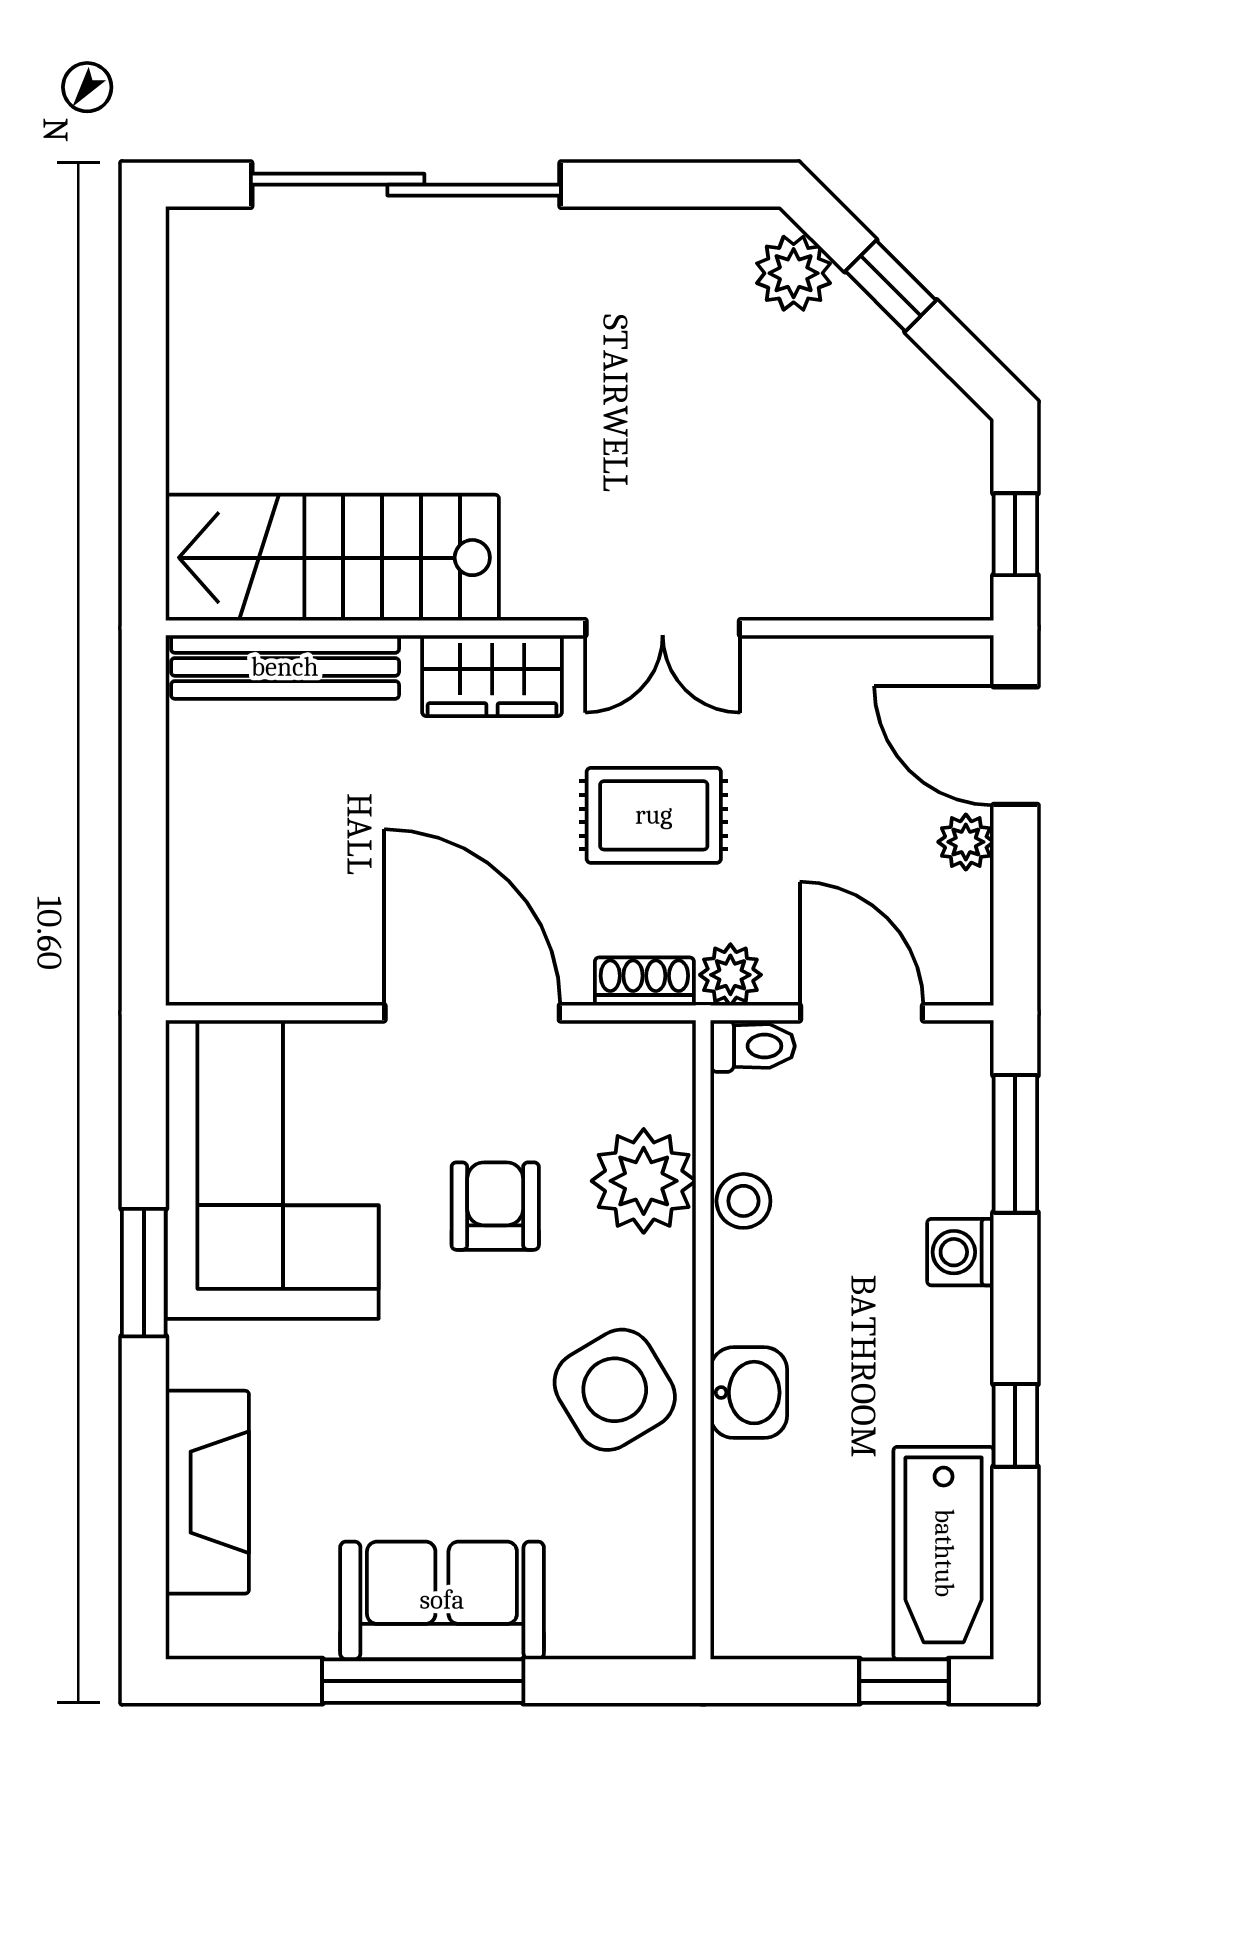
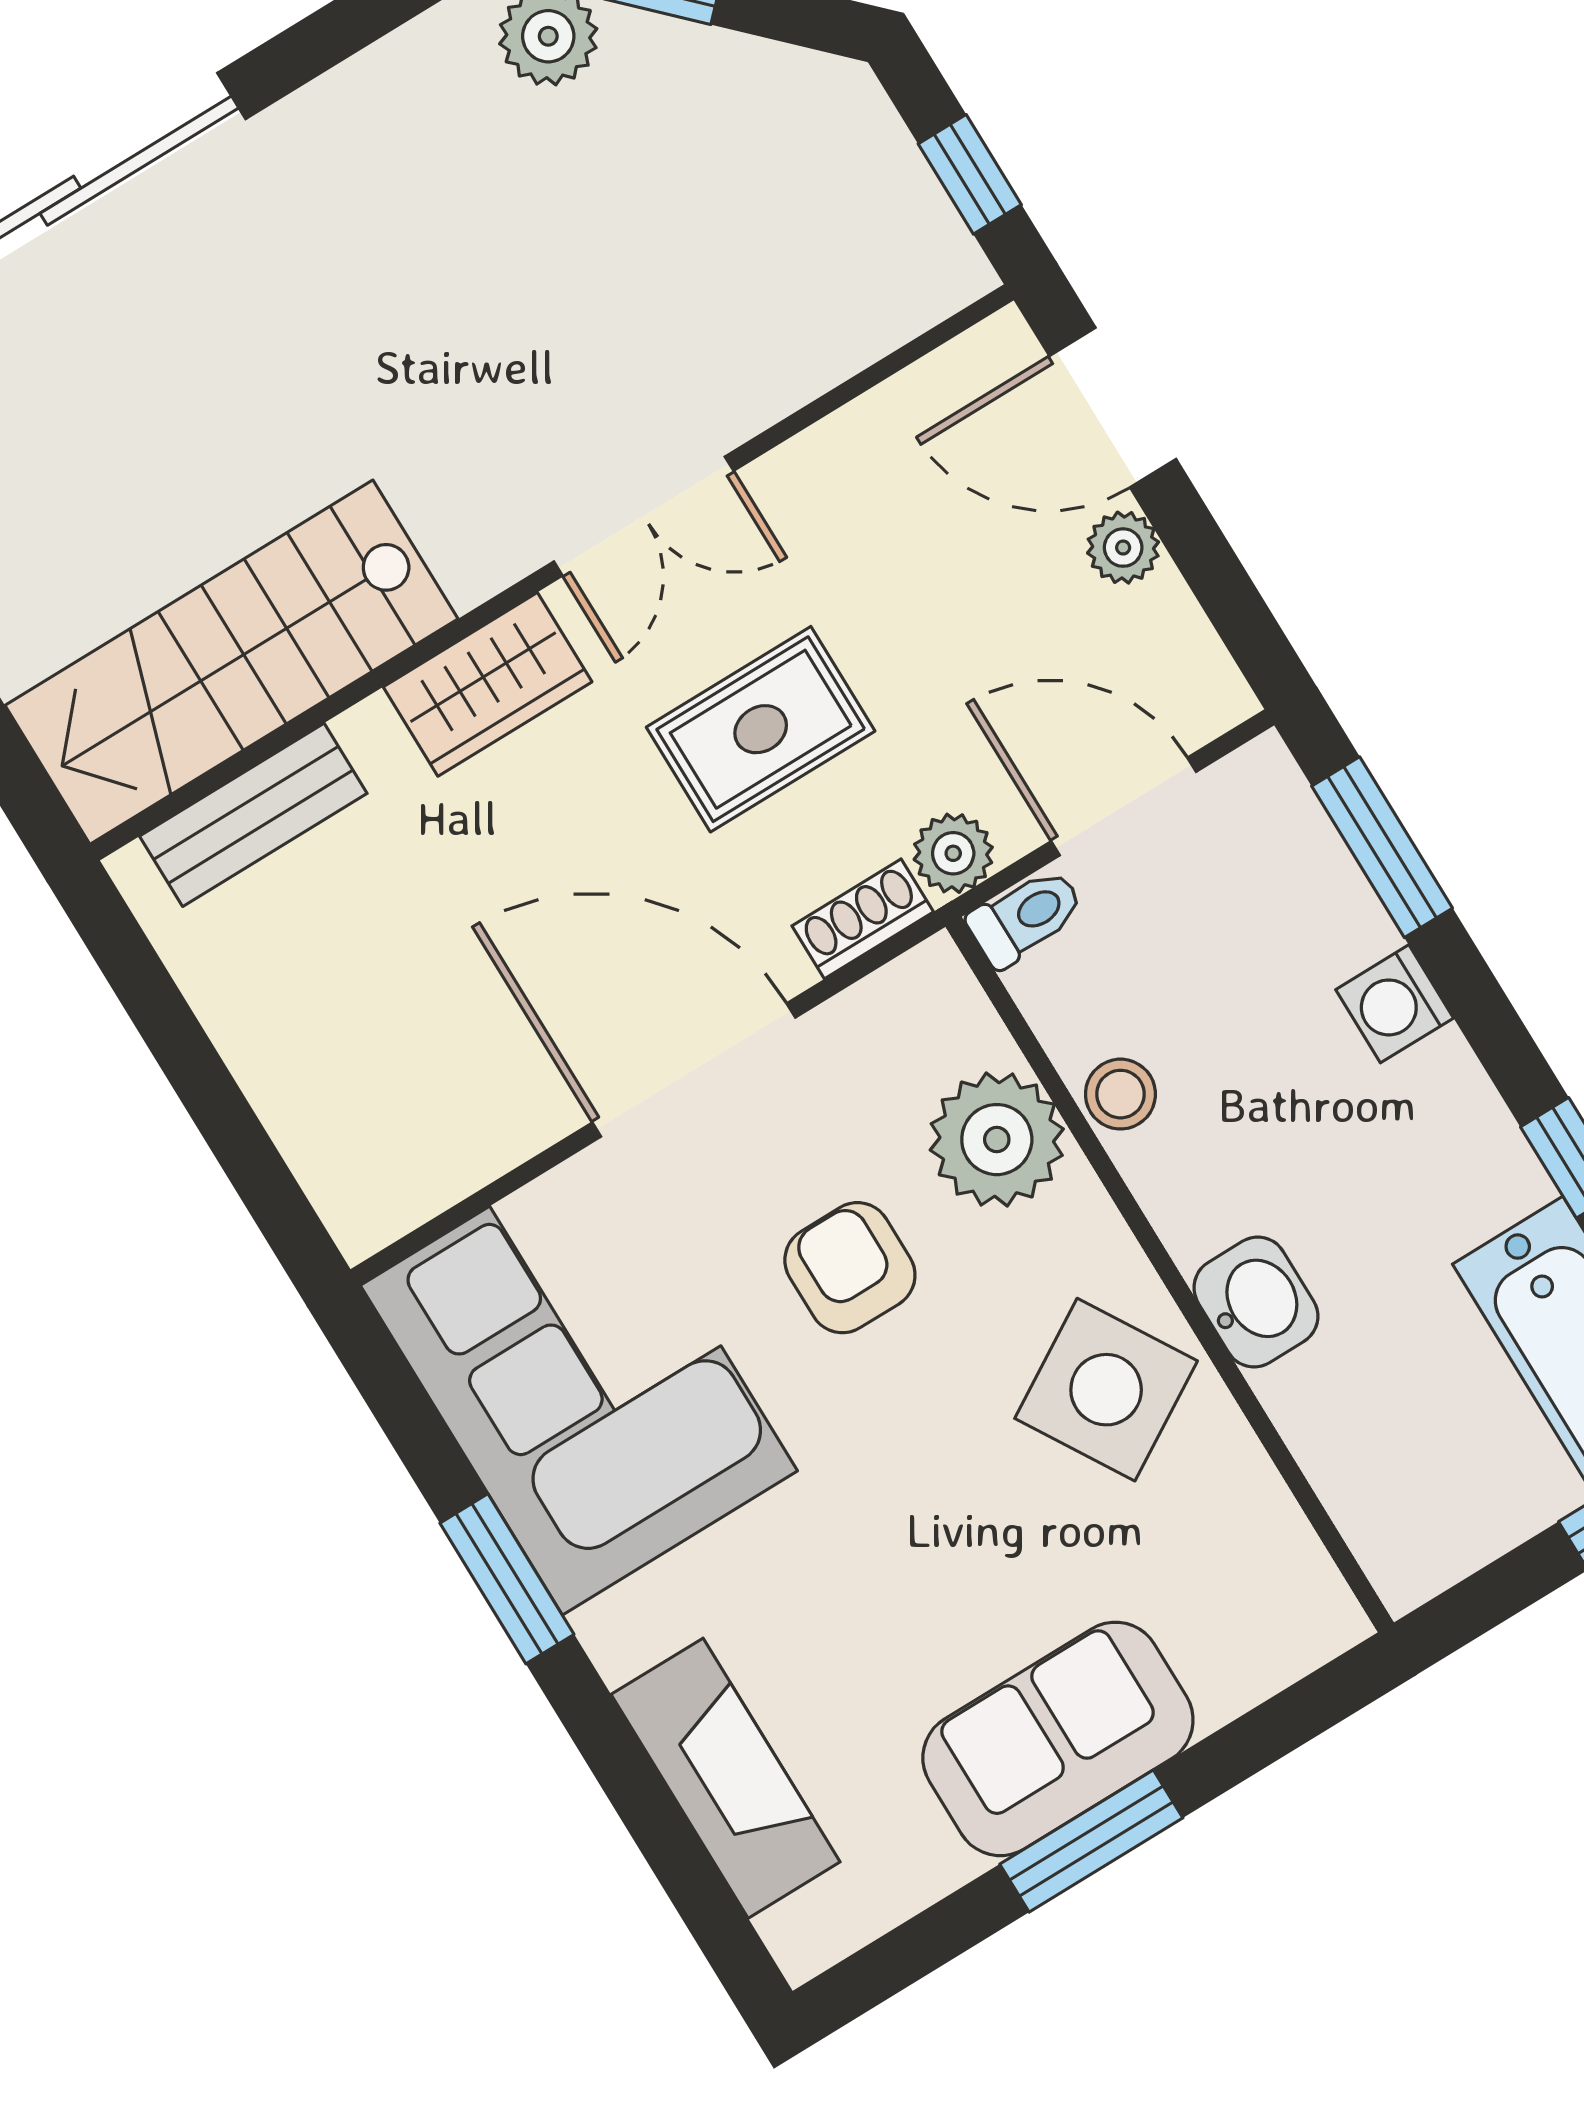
bench: (285, 667) -> (253, 815), width x0.73
window: (423, 1681) -> (1091, 1841), width x0.69

